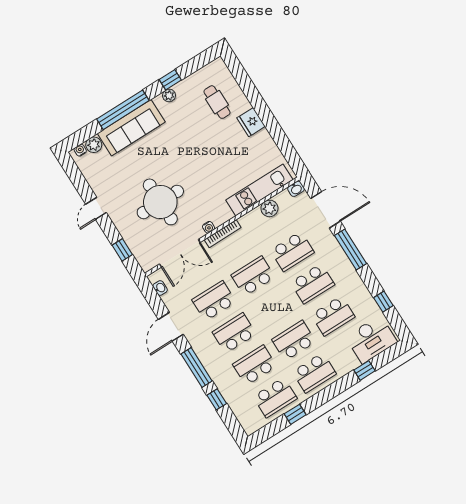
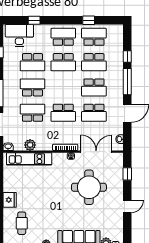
school desk: (333, 316) -> (33, 62), turned 180

